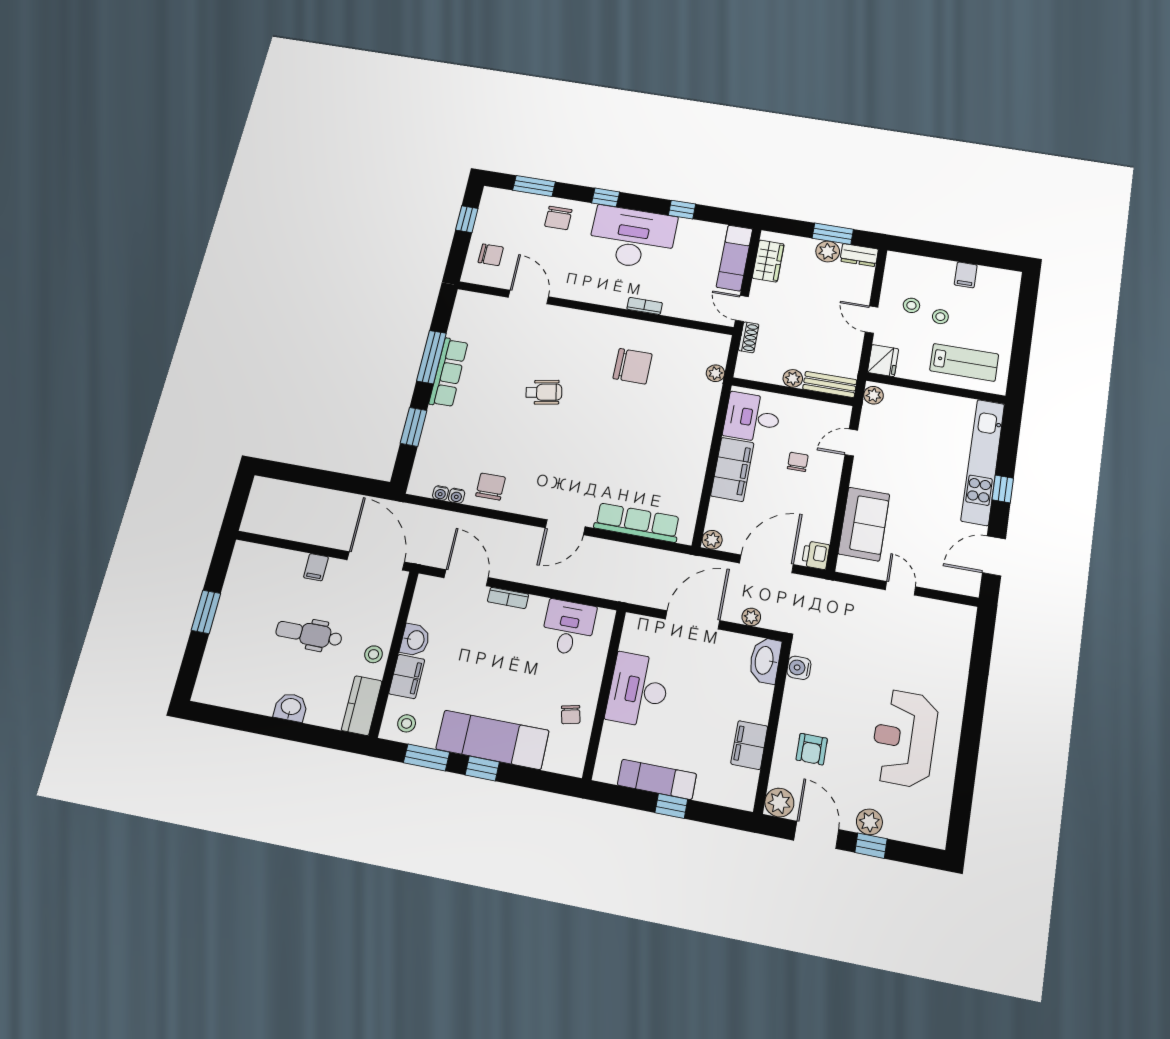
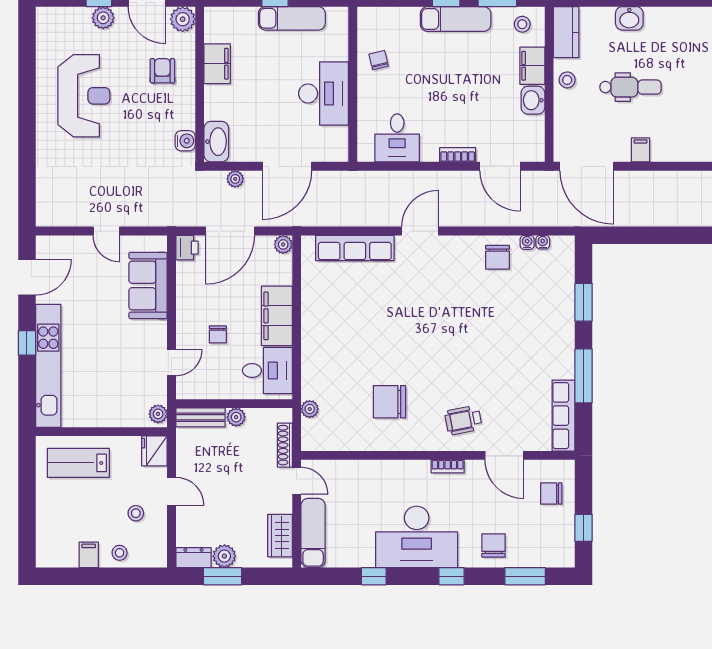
bookcase: (645, 306) -> (448, 466), moved
stool: (940, 317) -> (120, 553), moved
shoe rack: (749, 337) -> (285, 445), width x1.43
row of seats: (448, 373) -> (564, 416), moved
wheelchair: (544, 392) -> (463, 420), moved
exam couch: (492, 740) -> (456, 19), width x0.73, depth x0.69

